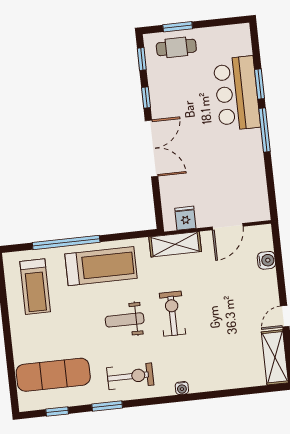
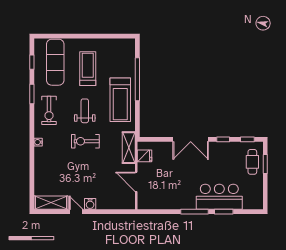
water cooler: (266, 260) -> (90, 204), moved
treadmill: (35, 287) -> (88, 69), moved, turned 90
exercise bike: (172, 314) -> (85, 141), turned 180

